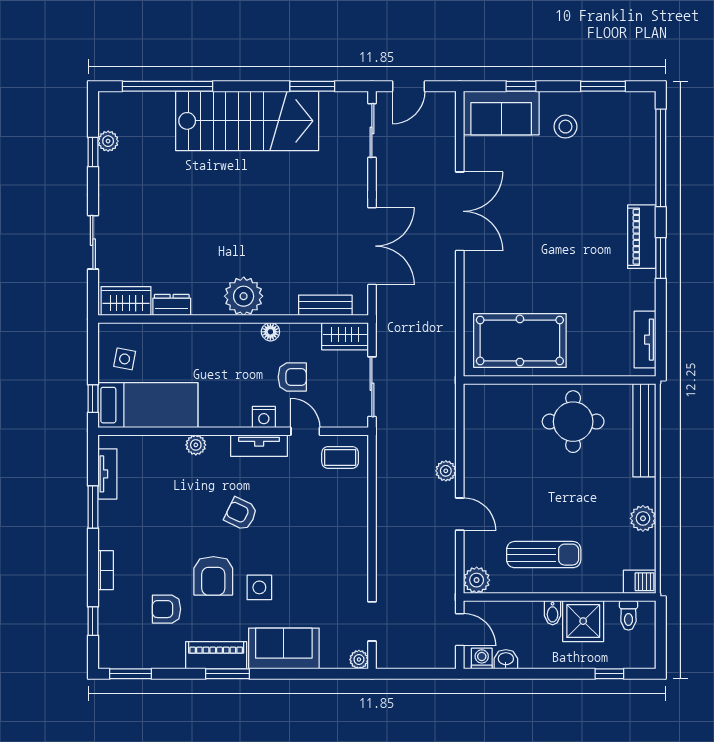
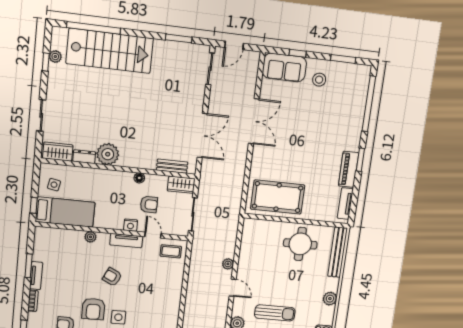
stairs: (247, 121) -> (110, 51), moved
piano: (642, 237) -> (349, 169), moved
plant: (244, 296) -> (108, 154), moved
tv unit: (107, 474) -> (36, 276), moved

